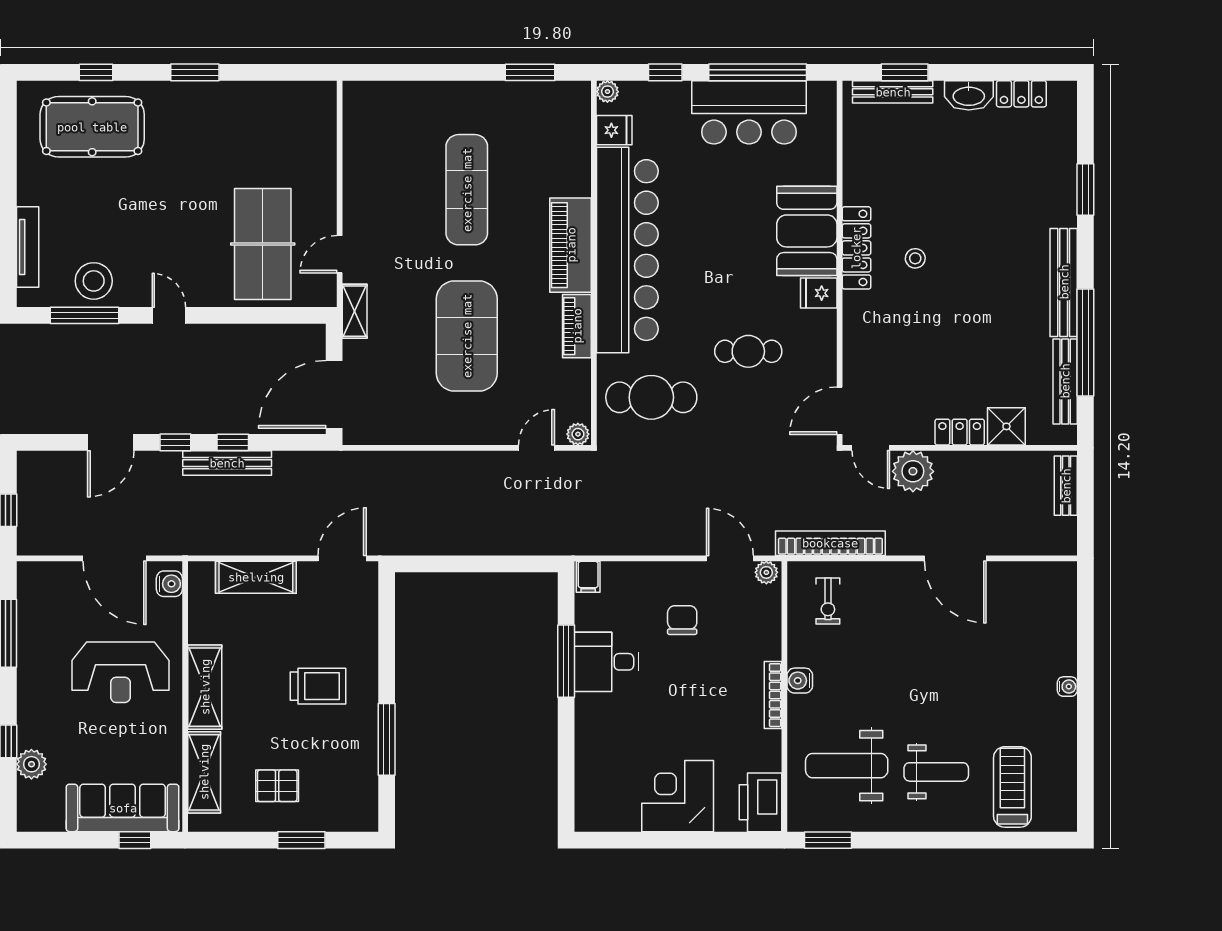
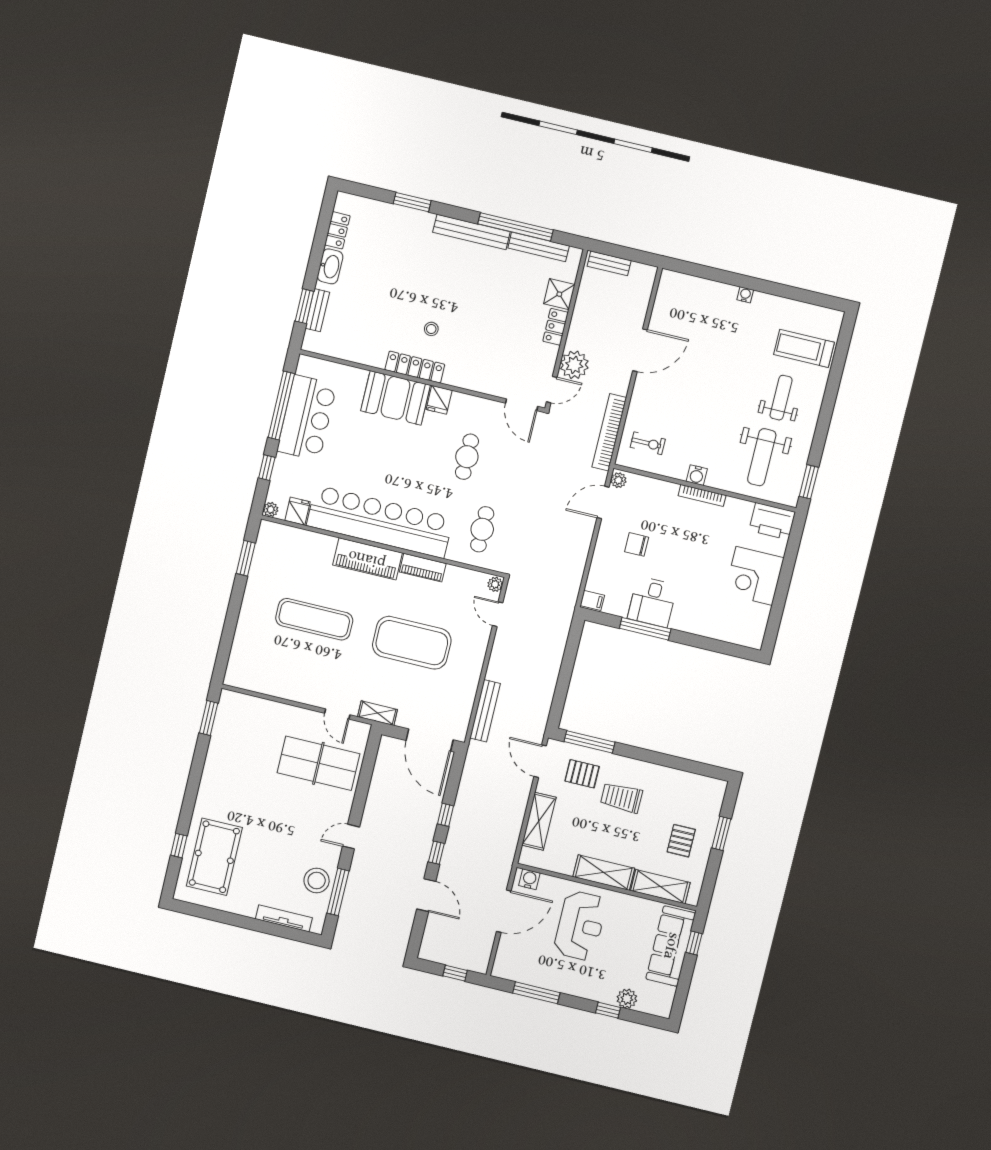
window: (195, 72) -> (209, 718), moved
bench: (893, 92) -> (317, 310), width x0.73
cafe table: (651, 397) -> (482, 529), width x0.73, depth x0.74
bench: (227, 463) -> (485, 711), moved
pallet: (339, 622) -> (582, 774), added
trolley: (318, 686) -> (621, 798), turned -90
window: (387, 739) -> (590, 742), moved

